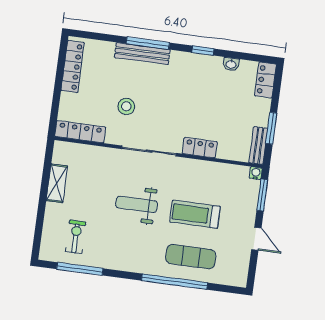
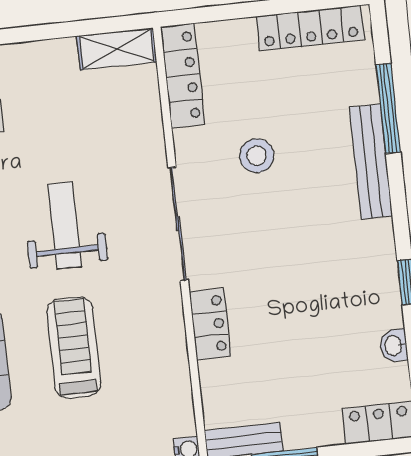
window: (148, 43) -> (388, 108), moved
shelving: (57, 183) -> (117, 49), moved

